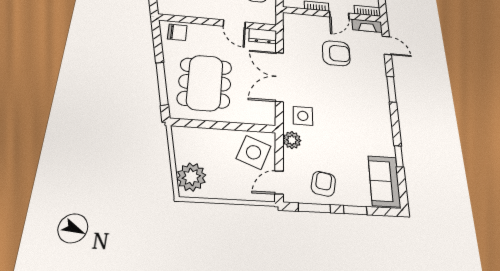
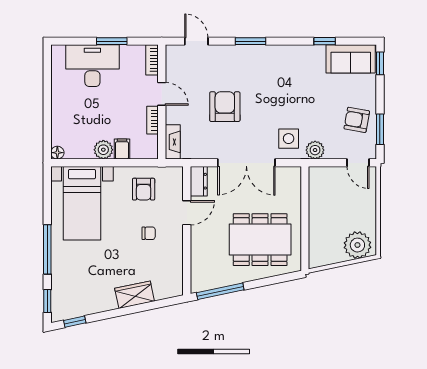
fireplace: (367, 26) -> (173, 142), moved
chair: (177, 32) -> (204, 273), removed
door: (387, 45) -> (196, 41), hinge flipped
armchair: (336, 53) -> (225, 107), moved
window: (162, 84) -> (220, 291), moved
side table: (254, 152) -> (330, 188), removed
window: (355, 210) -> (380, 63), moved

